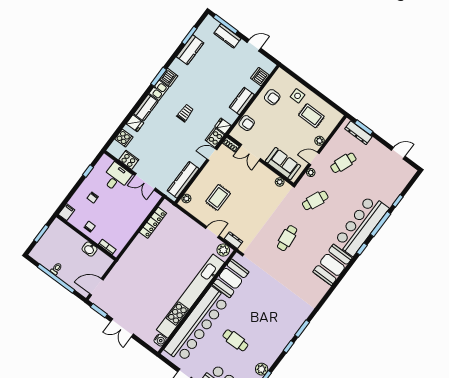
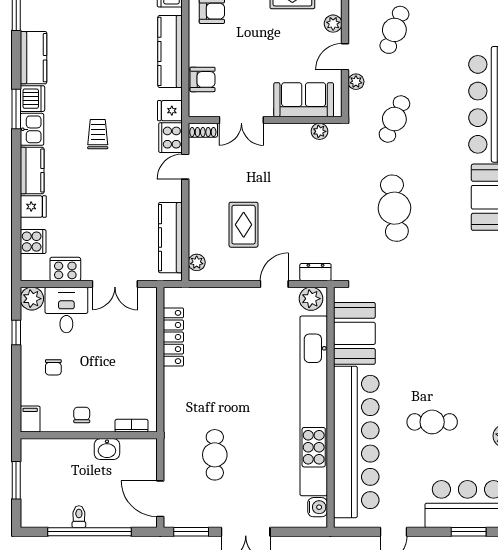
kitchen counter: (190, 50) -> (33, 58), moved
kitchen counter: (242, 101) -> (170, 51), width x1.50
plant: (105, 162) -> (32, 299), added
cafe table: (287, 238) -> (394, 208), width x1.37, depth x1.35
cafe table: (133, 286) -> (215, 455), added
door: (96, 287) -> (160, 499), hinge flipped

